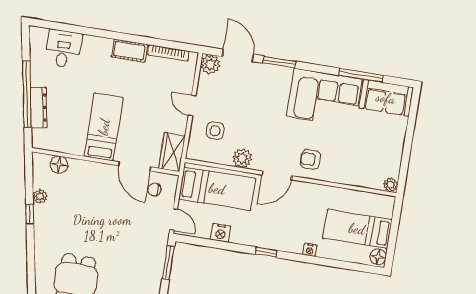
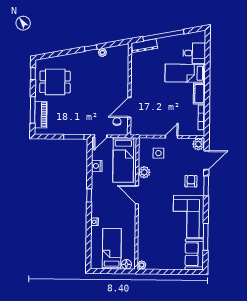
dresser: (39, 108) -> (144, 46), moved
bed: (104, 127) -> (185, 73), moved, turned 180
wardrobe: (172, 152) -> (141, 129), removed
armchair: (310, 159) -> (191, 181), moved
floor lamp: (59, 165) -> (123, 61), removed
floor lamp: (378, 257) -> (126, 264), moved

